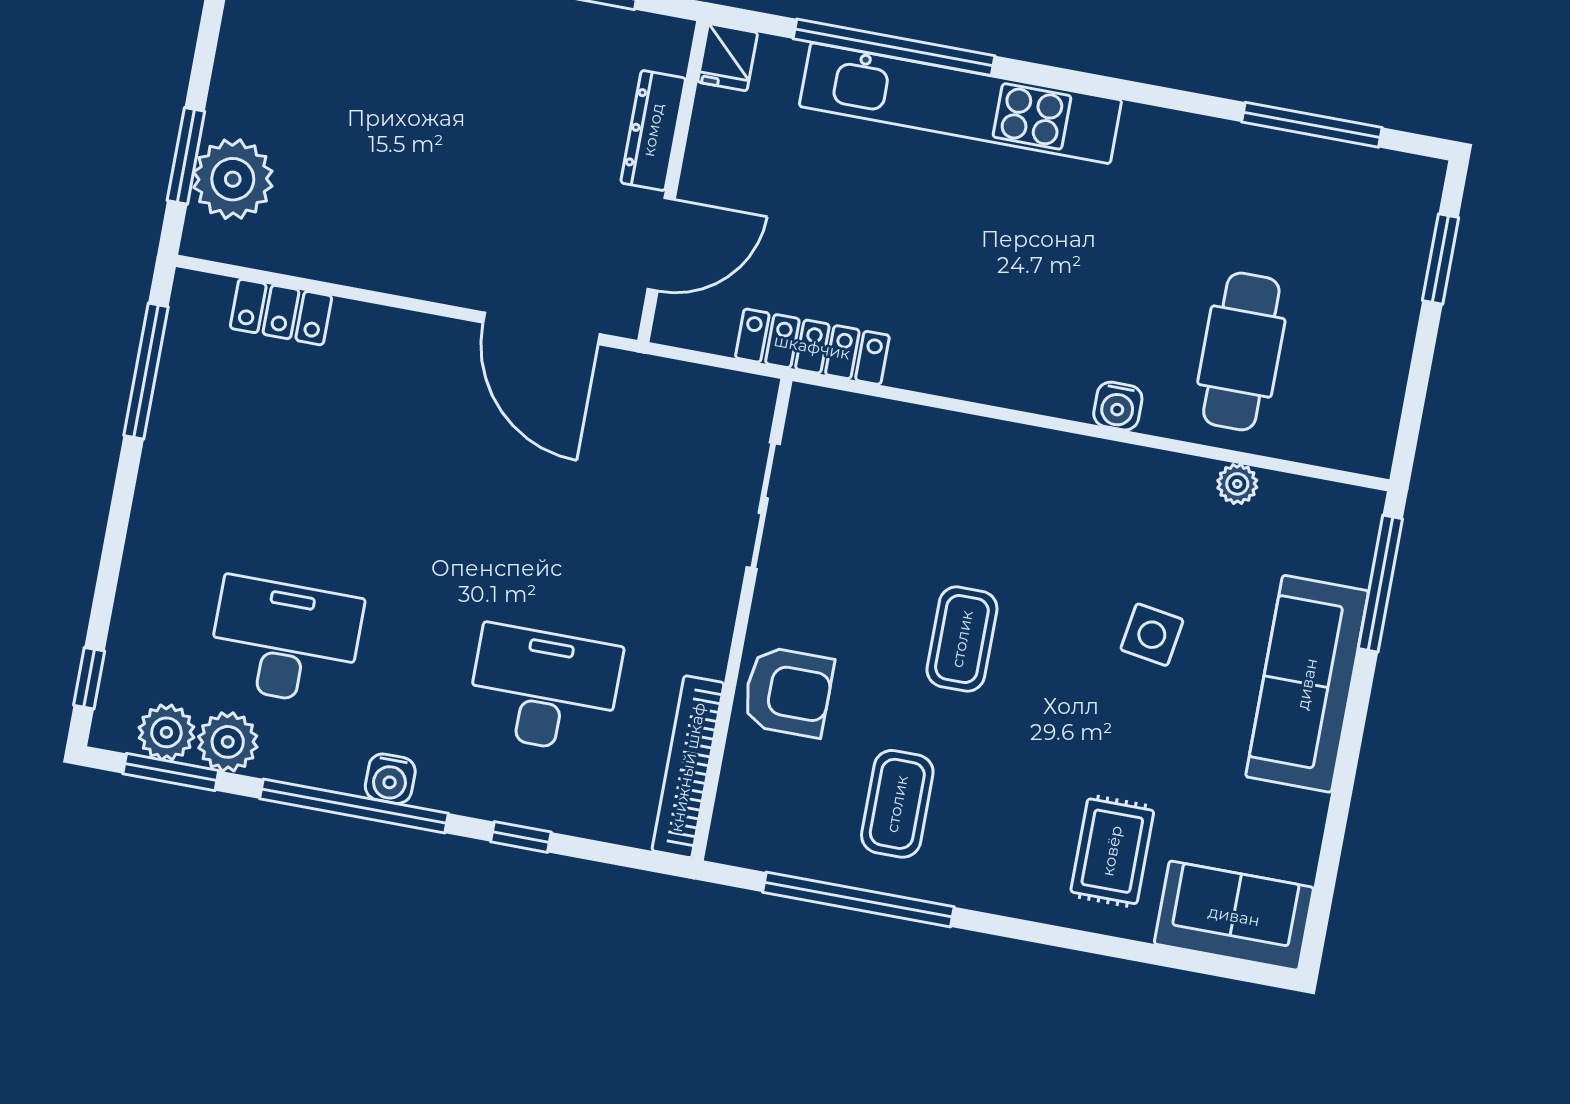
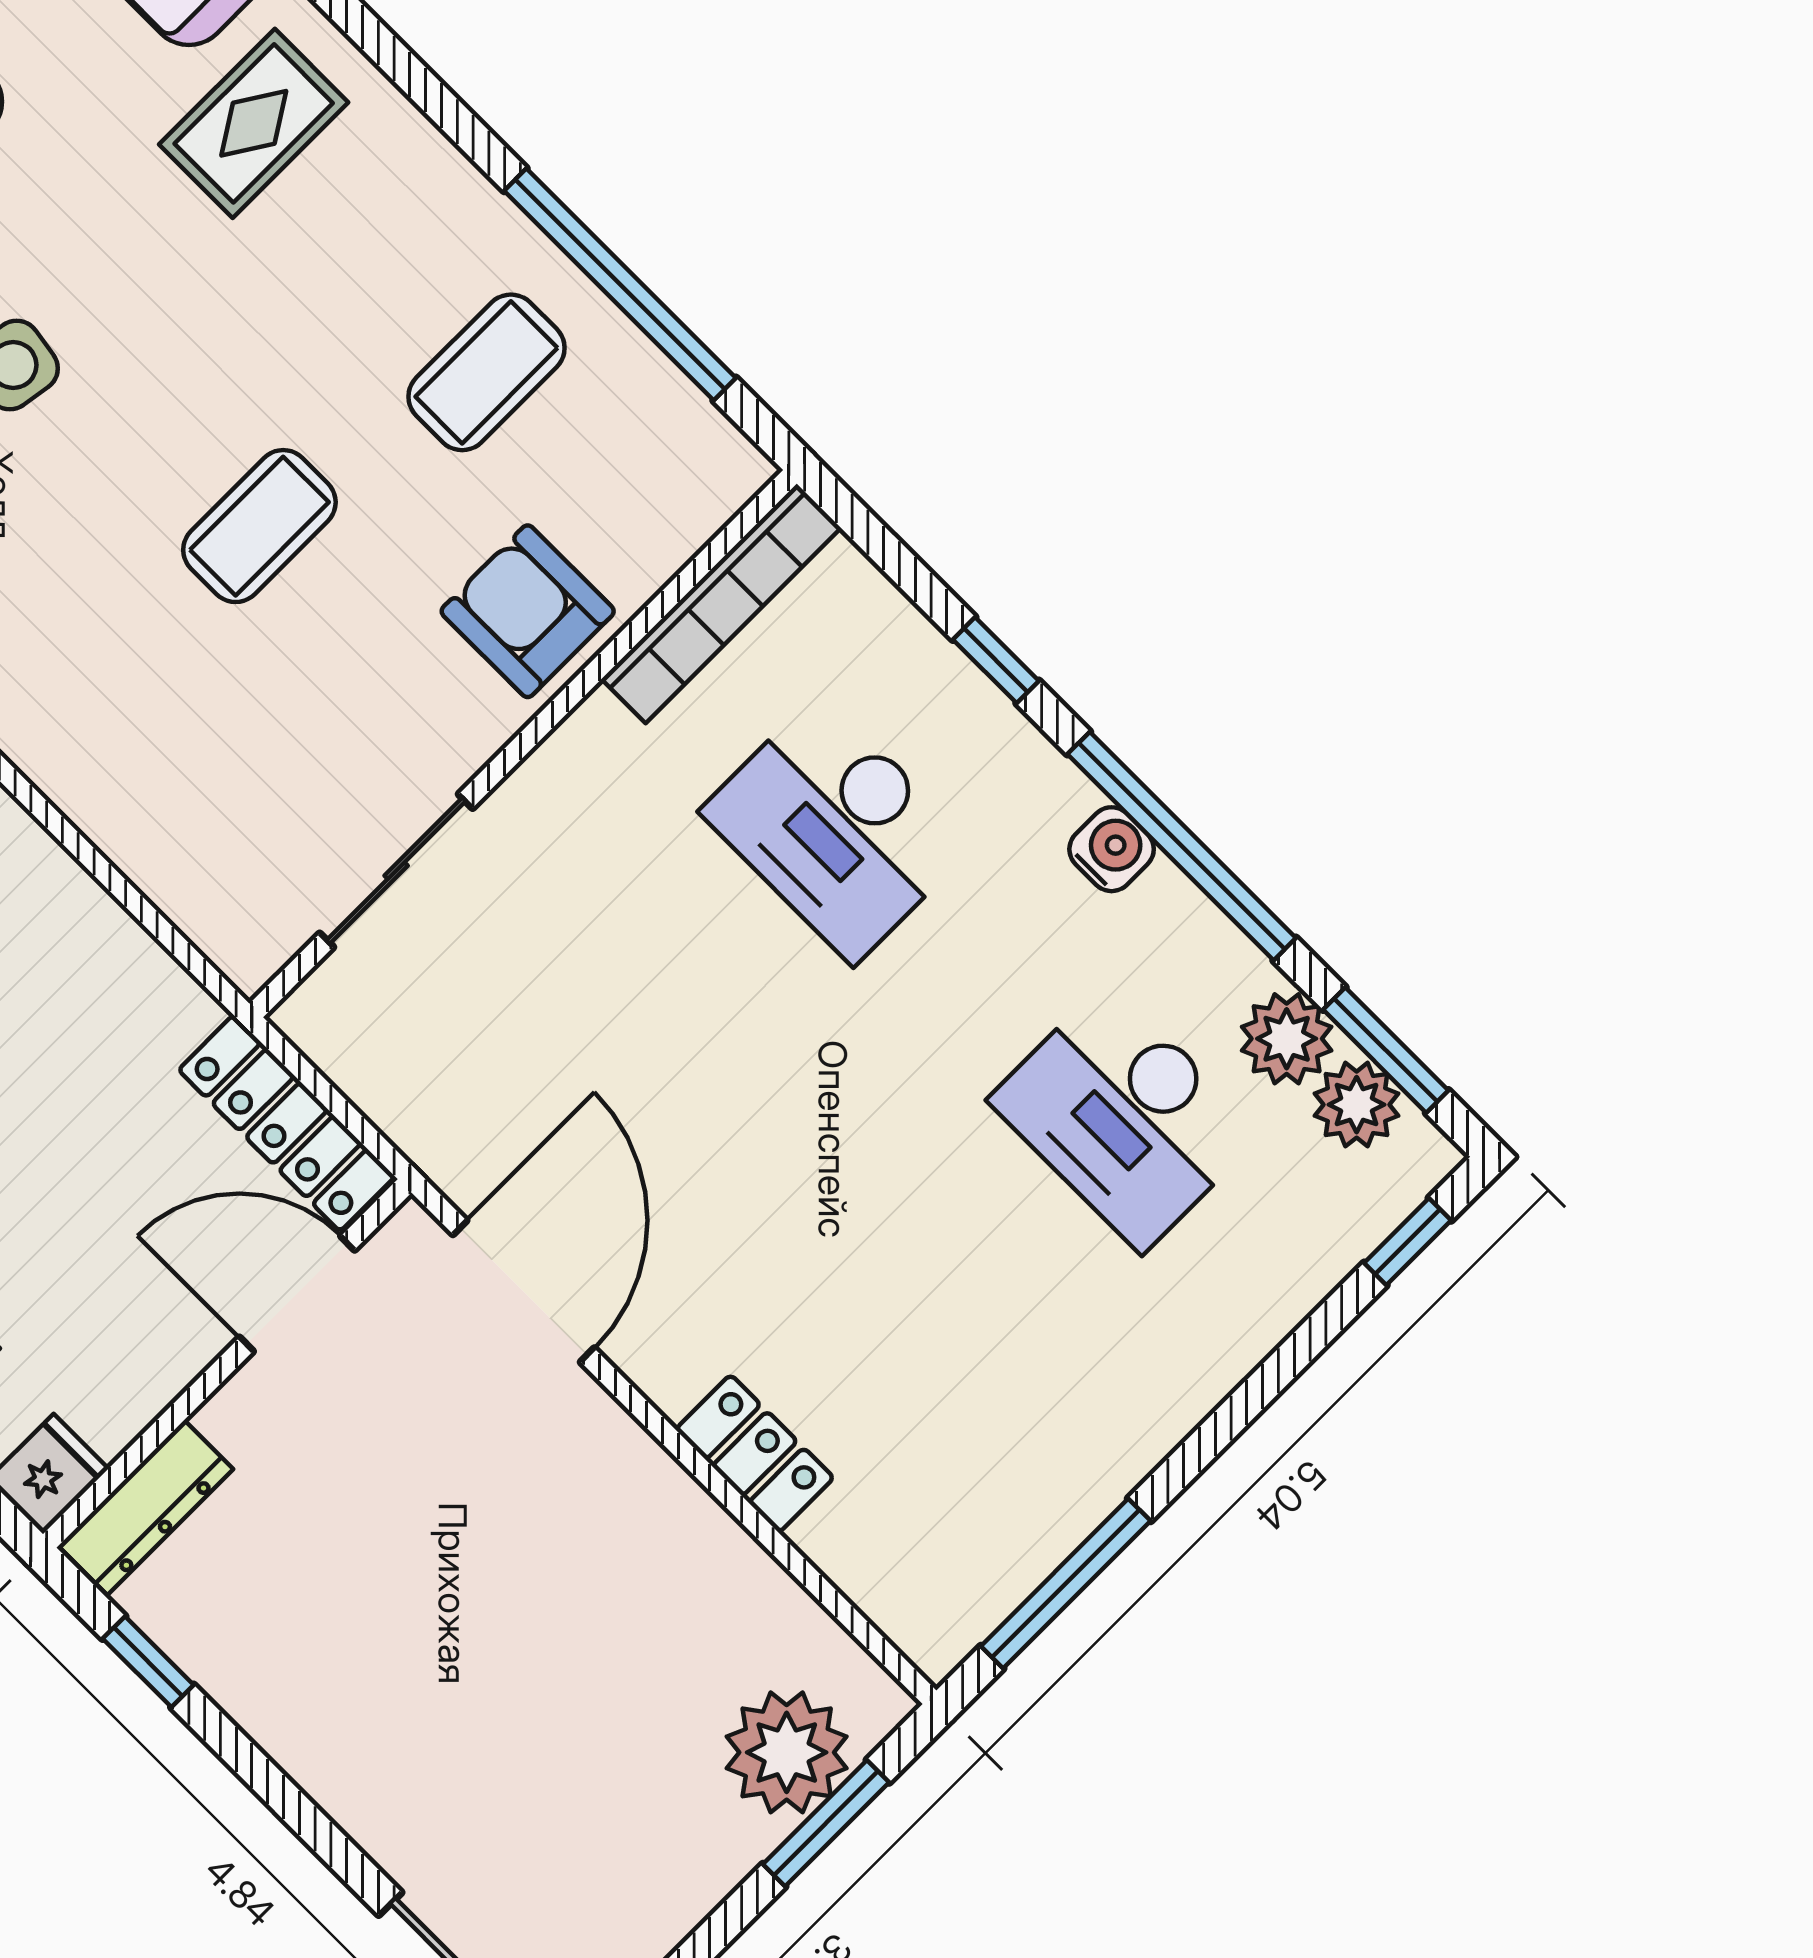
dresser: (653, 130) -> (146, 1507), moved
locker: (281, 312) -> (755, 1454), moved
locker: (812, 347) -> (287, 1123), moved

